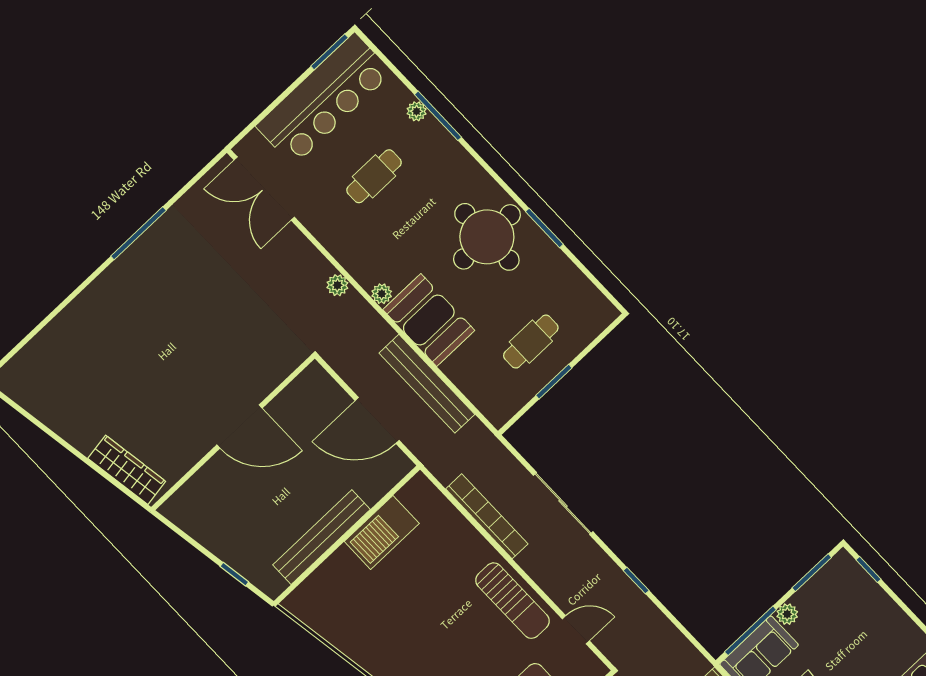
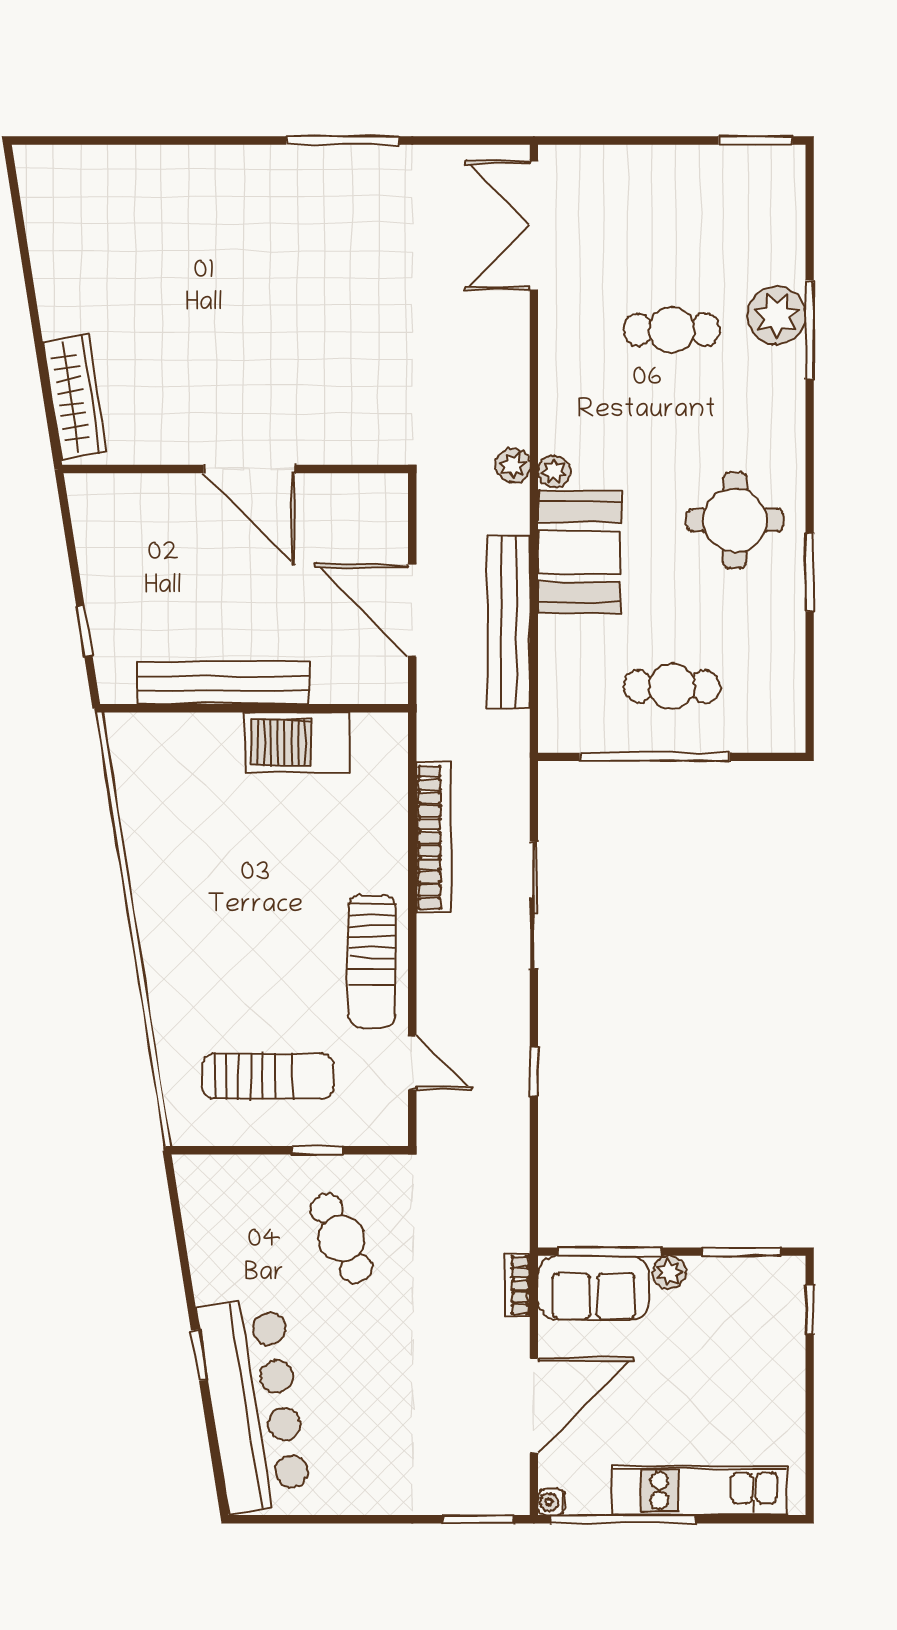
bar counter: (324, 99) -> (698, 188), removed
plant: (417, 111) -> (777, 315), width x1.88, depth x1.88
round table: (487, 237) -> (735, 520), width x0.73, depth x0.73
plant: (337, 285) -> (513, 465), moved
window: (554, 382) -> (655, 757), width x2.11

